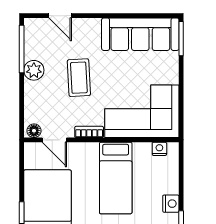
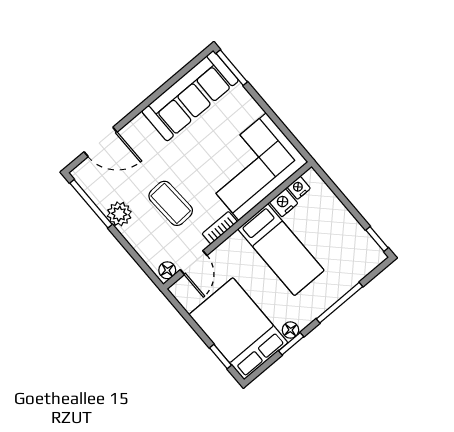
door: (60, 16) -> (101, 142), width x1.38
coffee table: (79, 78) -> (171, 203), moved
door: (54, 140) -> (194, 263), hinge flipped
nightstand: (171, 204) -> (284, 203), moved, turned -90

